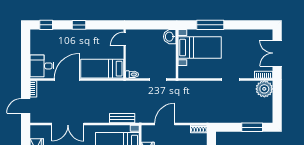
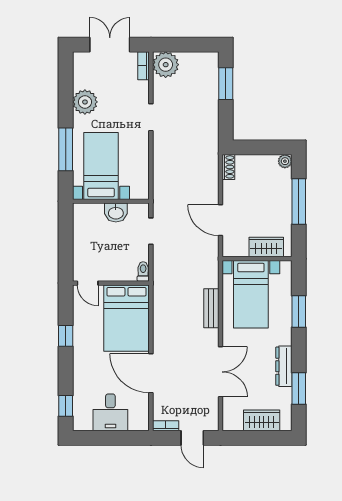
window: (79, 25) -> (66, 336), moved
washbasin: (170, 37) -> (116, 213), moved
plant: (240, 37) -> (85, 102), added
double door: (277, 53) -> (110, 45), swing flipped
desk: (42, 66) -> (110, 412), moved
bed: (102, 69) -> (126, 318), width x1.50
bench: (122, 118) -> (211, 308), moved

